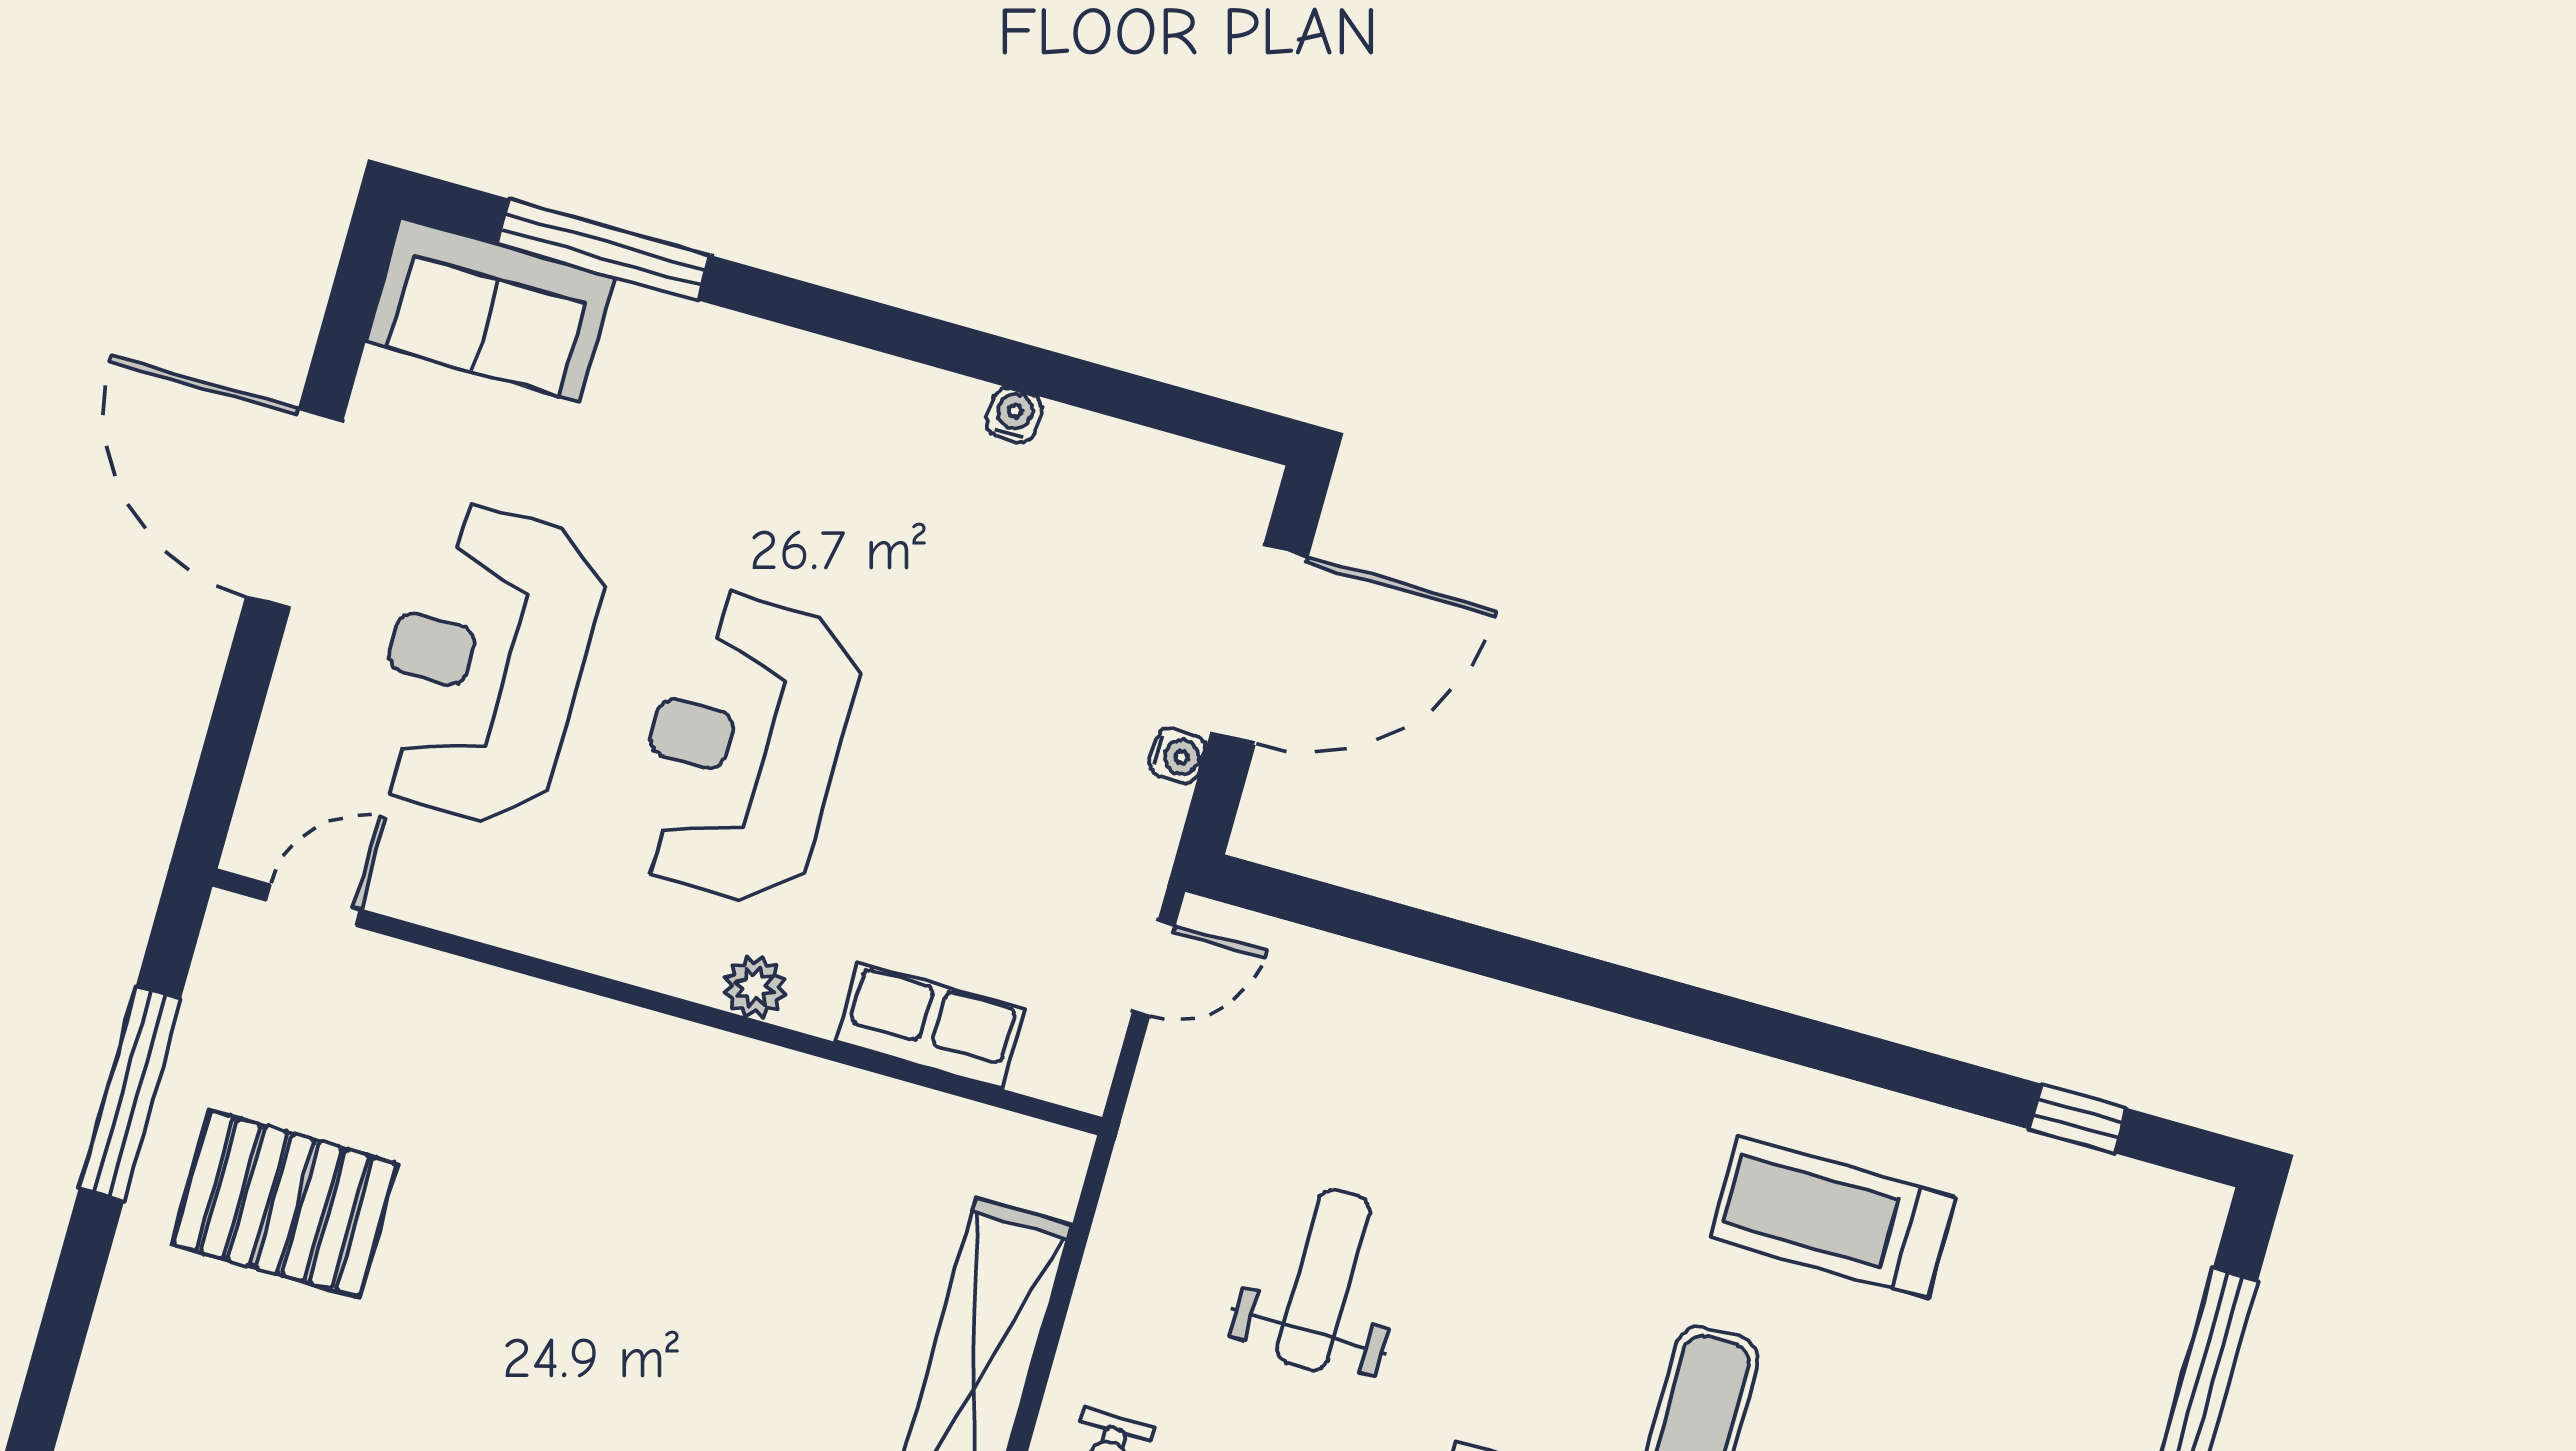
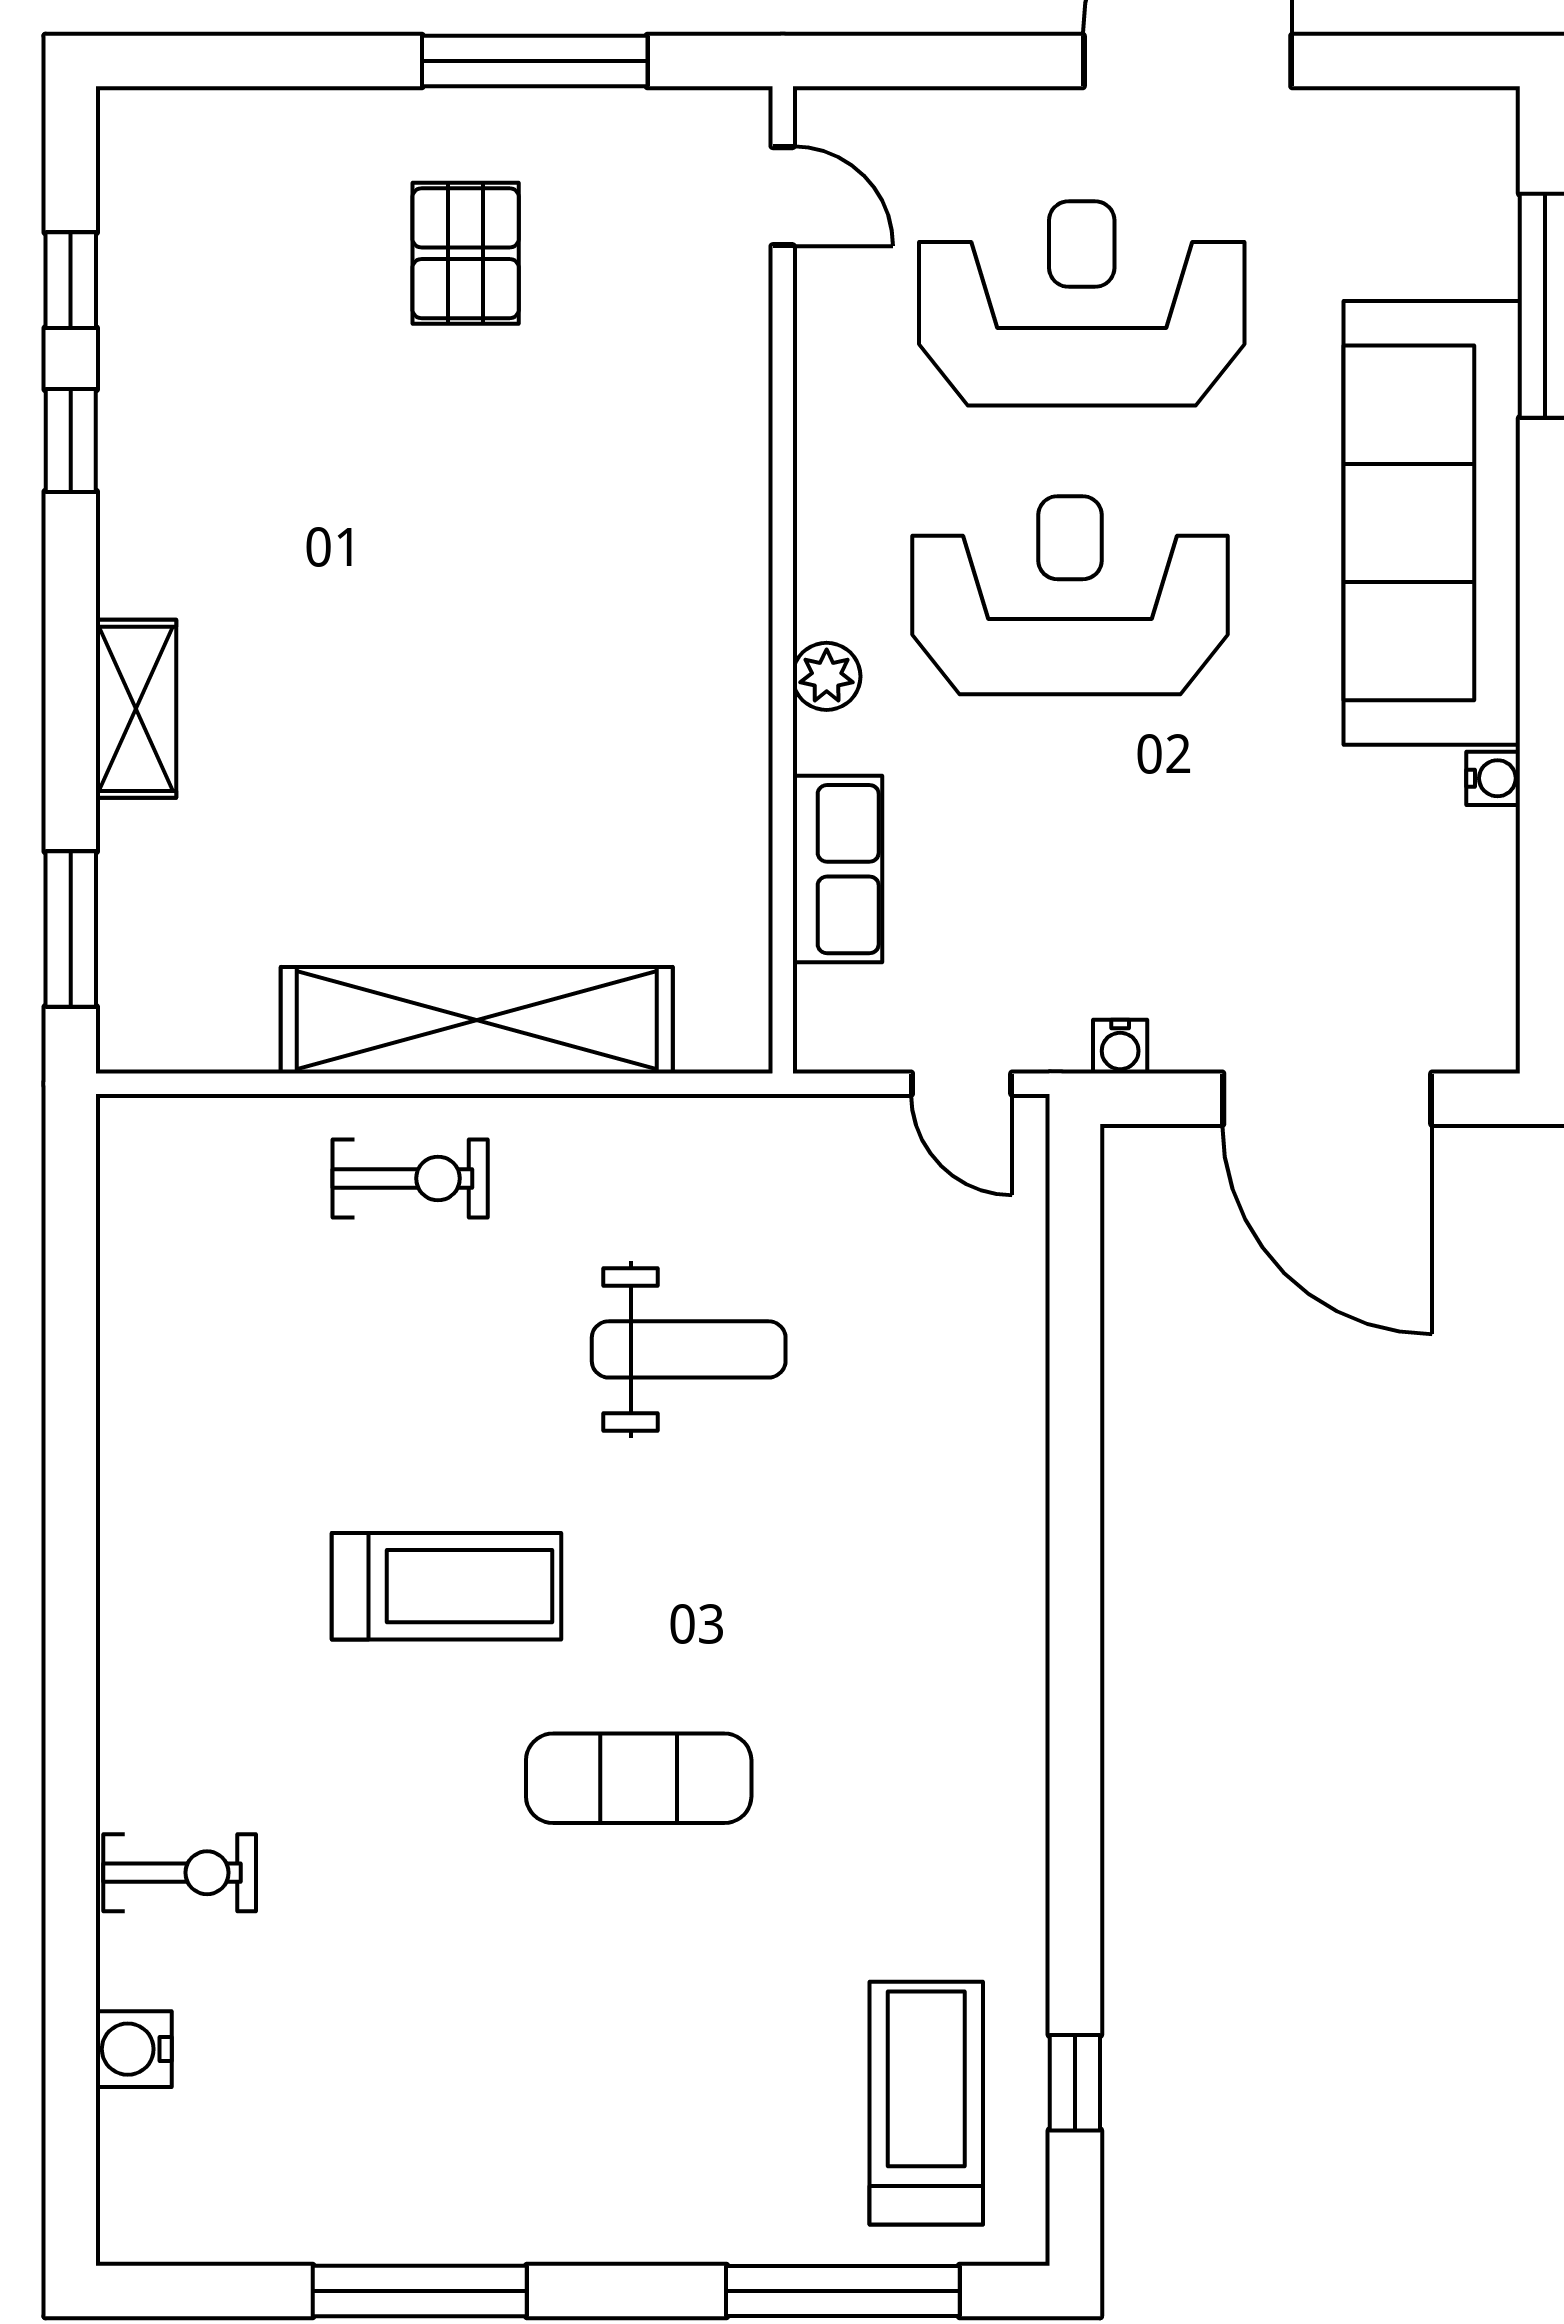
sofa: (491, 309) -> (1432, 523), moved, width x1.85, depth x1.27
water cooler: (1178, 756) -> (1120, 1047), moved
pallet: (285, 1204) -> (466, 253), width x0.67, depth x0.71
treadmill: (1832, 1217) -> (926, 2103), moved

